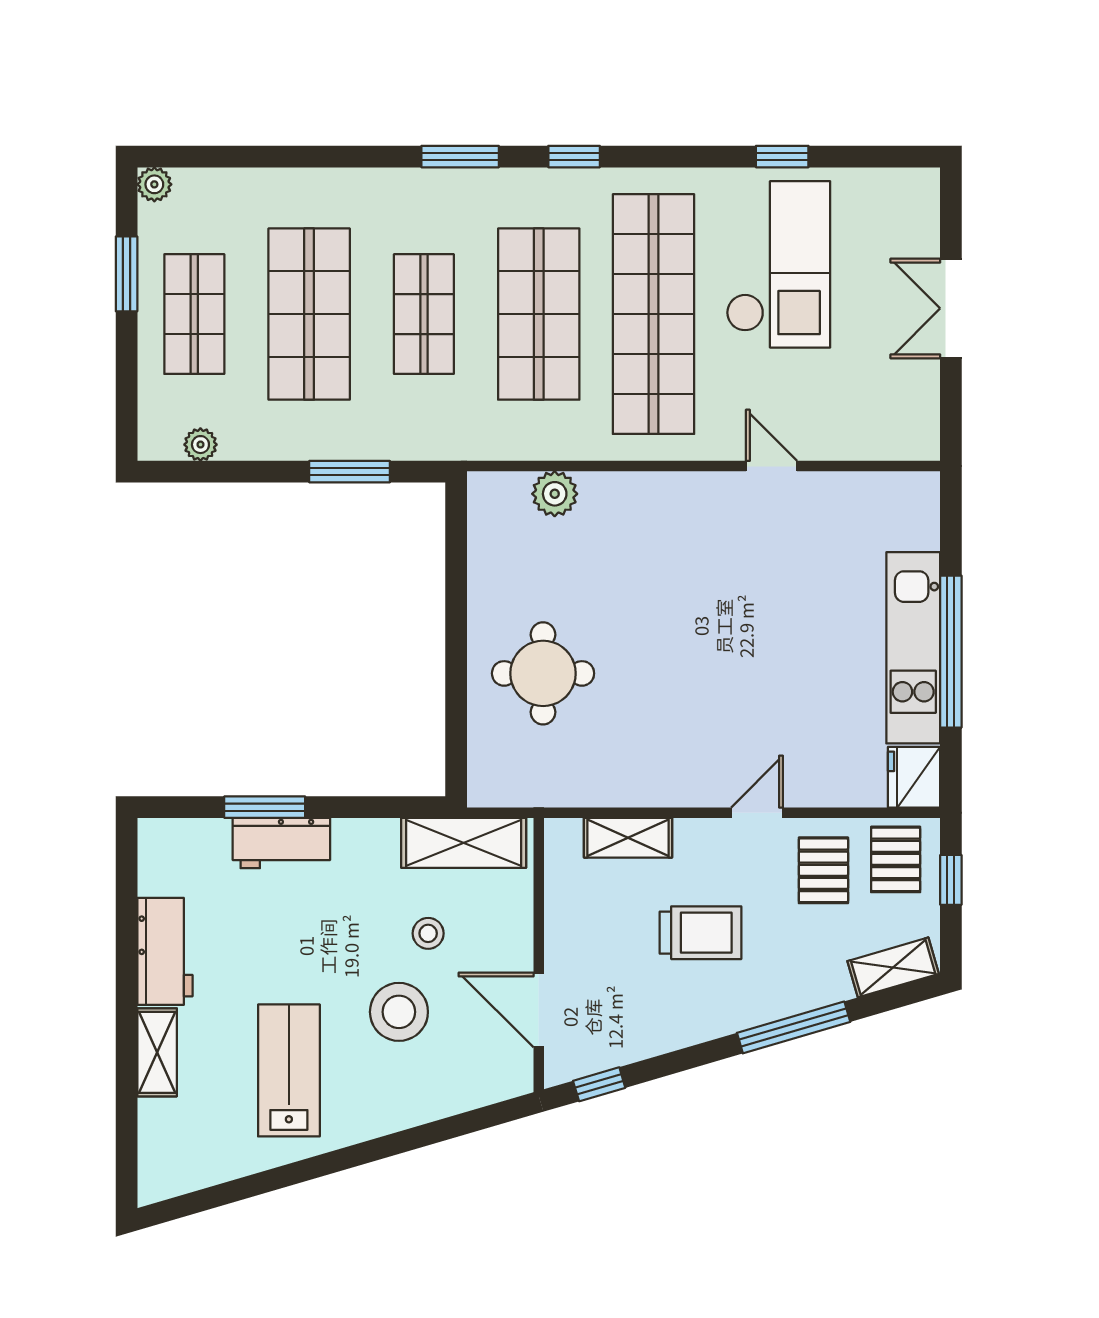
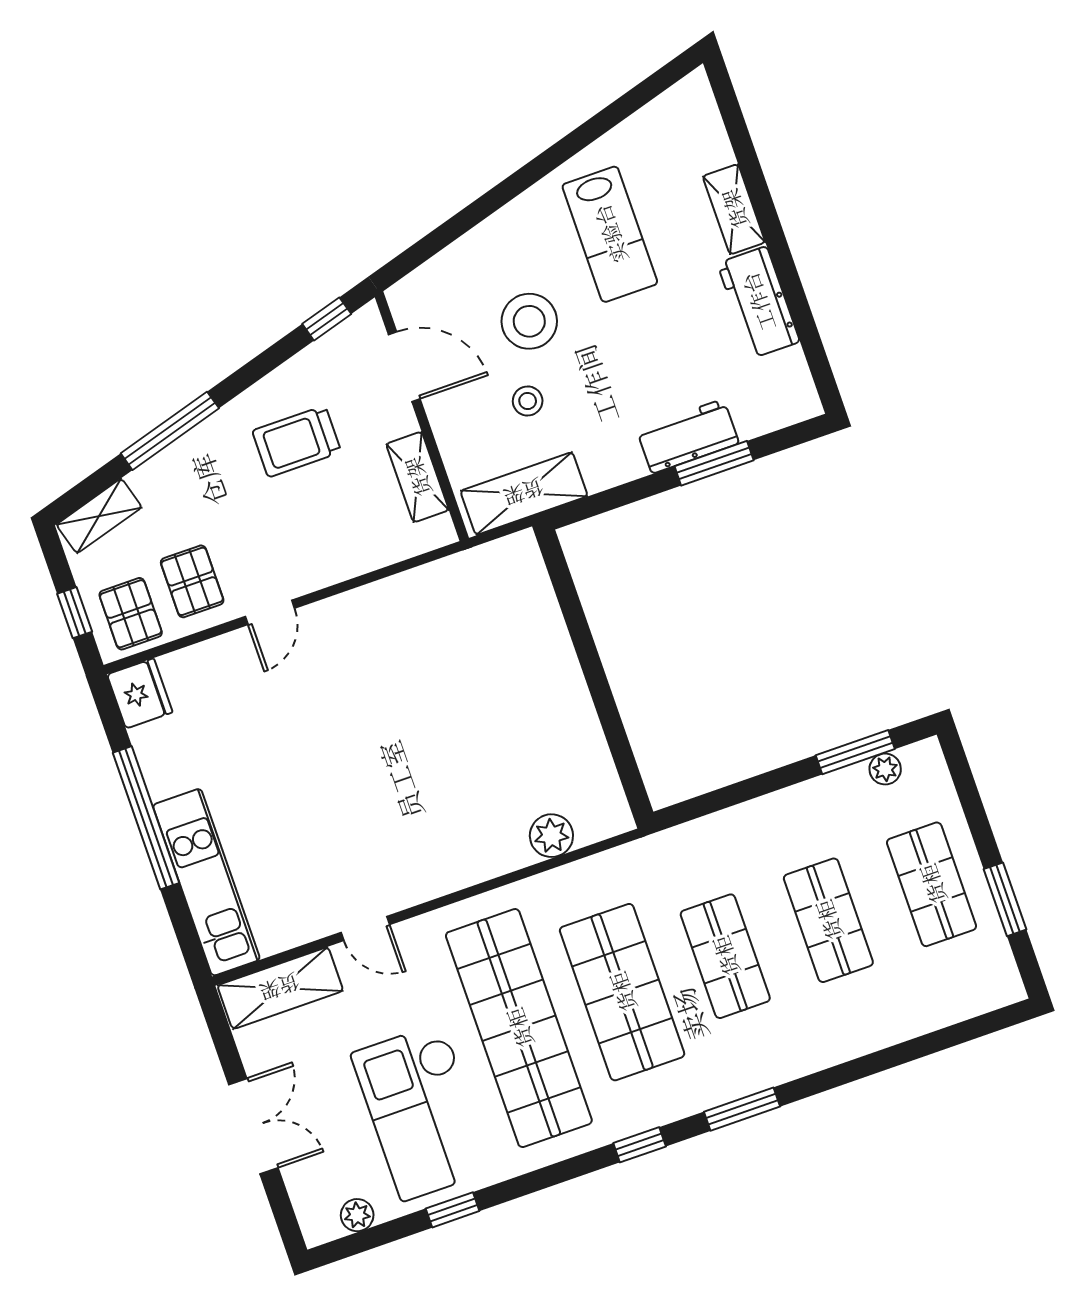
plant: (154, 184) -> (357, 1215), moved
shop shelf: (309, 314) -> (828, 920), width x0.70, depth x0.74
shelving: (876, 436) -> (280, 988), added
window: (350, 472) -> (855, 752), moved
kitchen unit: (913, 648) -> (206, 882), moved
round table: (543, 673) -> (506, 671), removed
shelving: (628, 838) -> (417, 477), moved, turned 90
trolley: (701, 933) -> (297, 441), moved

